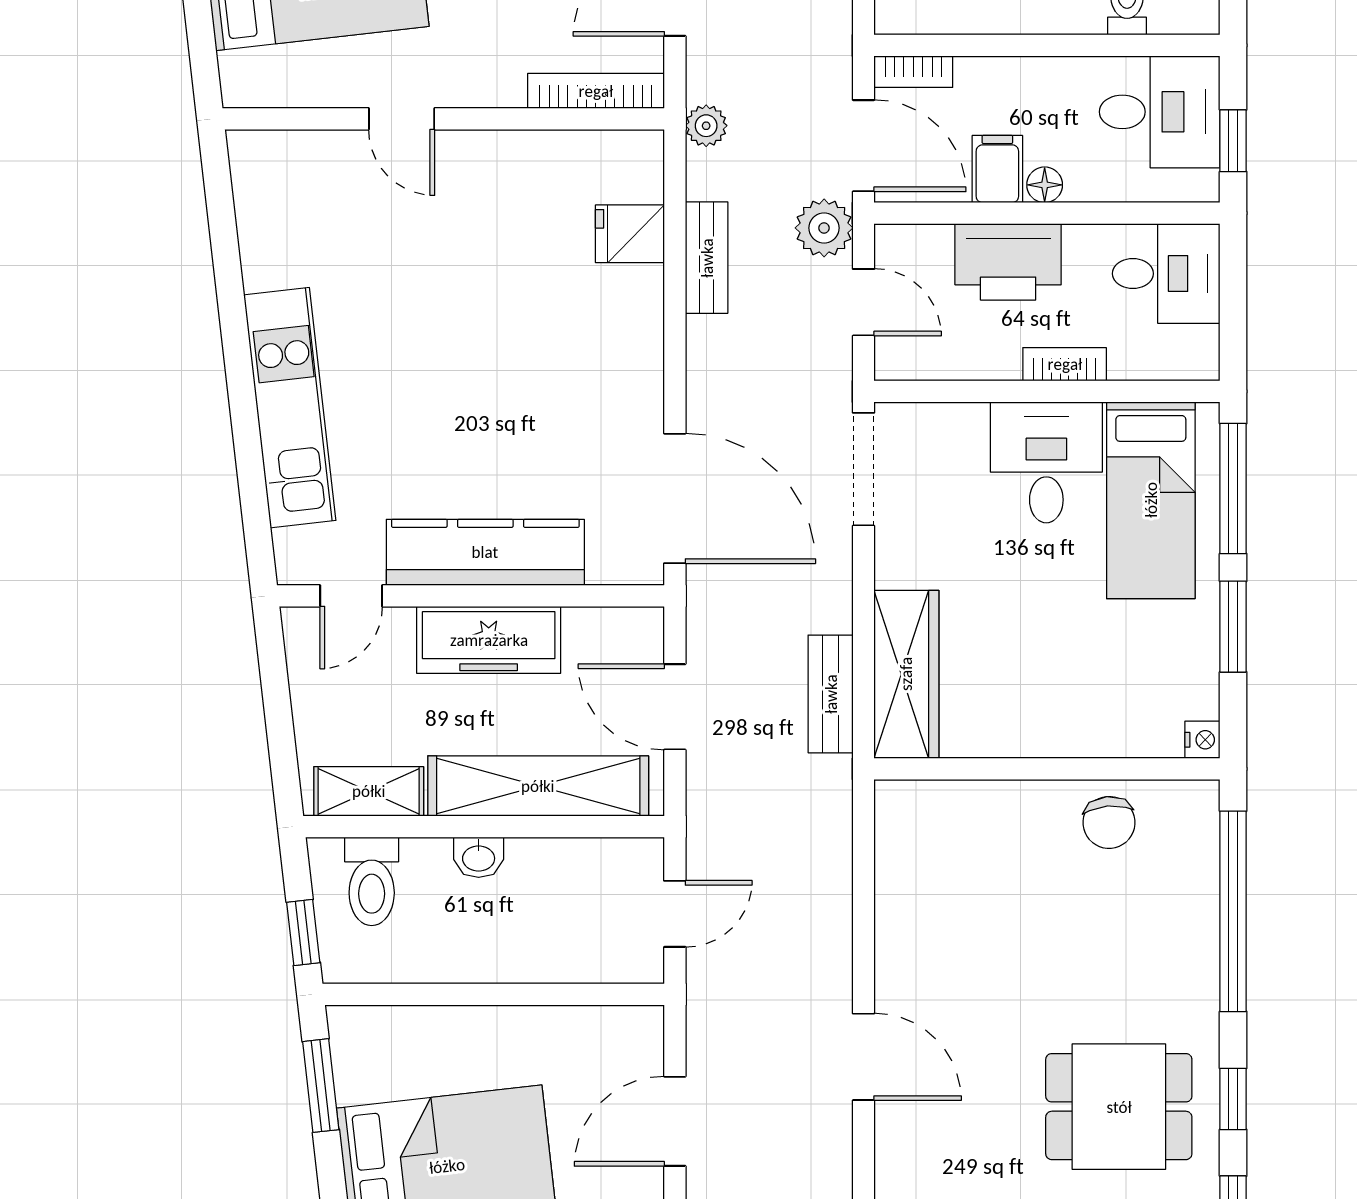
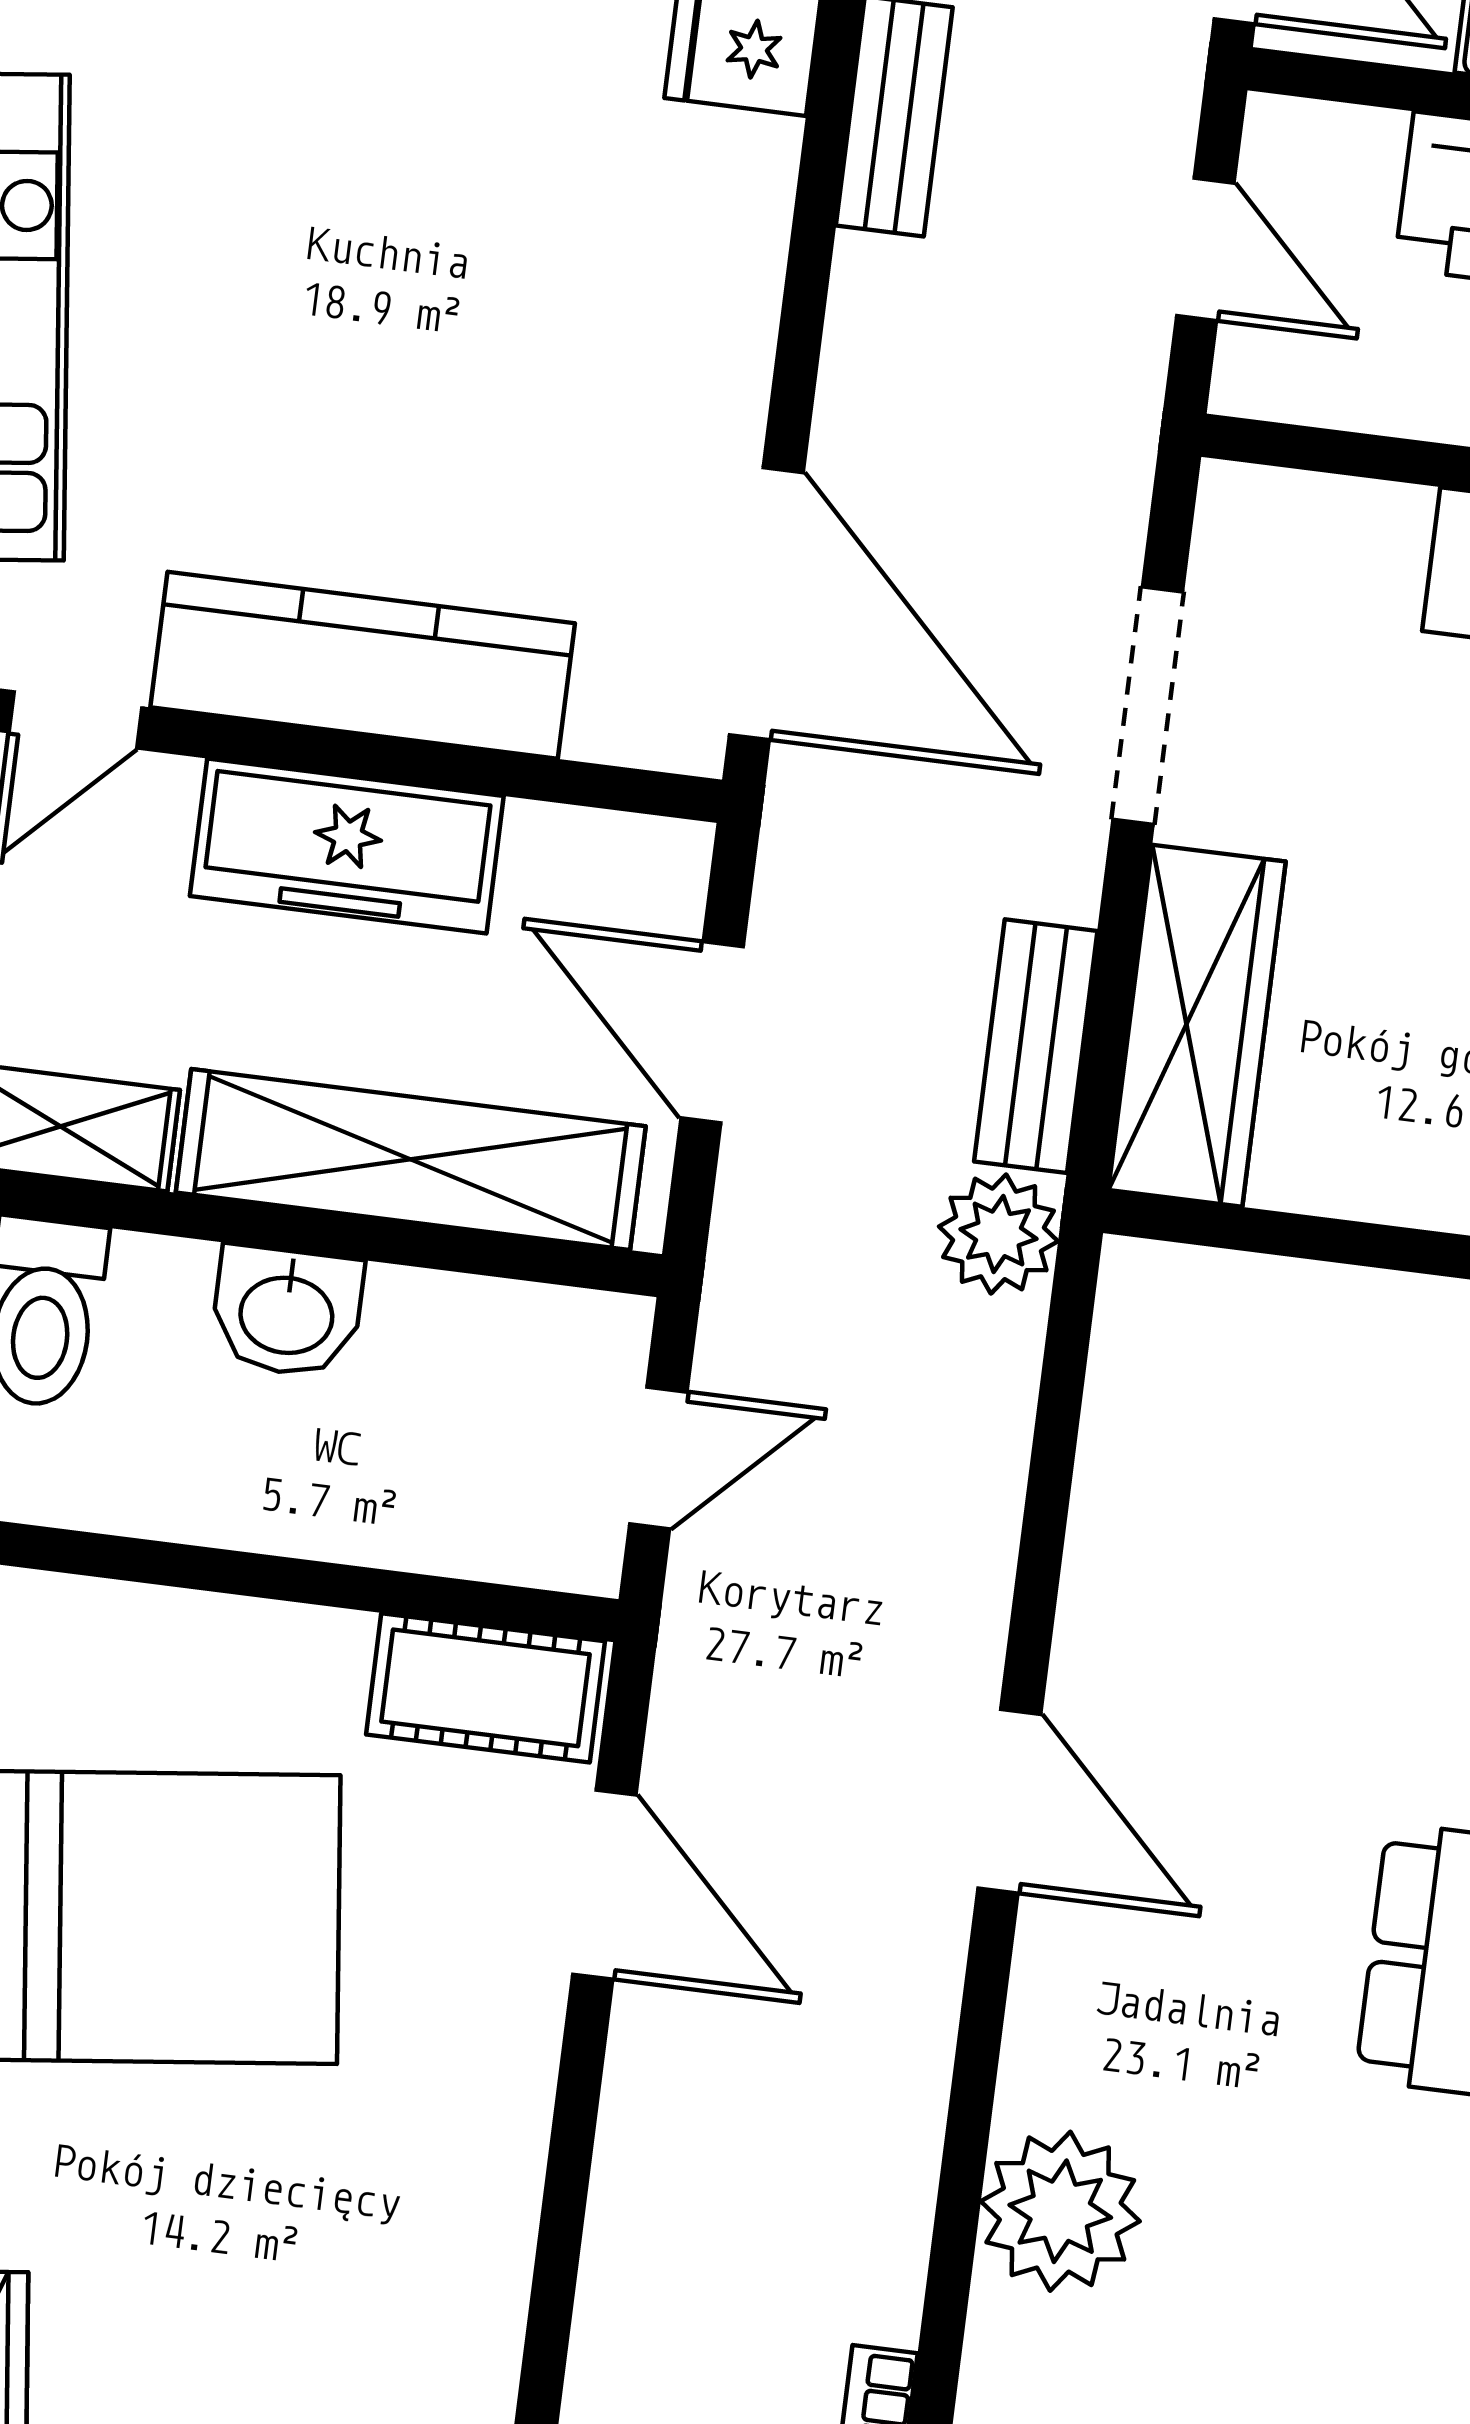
plant: (824, 228) -> (998, 1234), moved
doorway: (864, 469) -> (1148, 706), moved
washbasin: (479, 857) -> (287, 1312), width x1.38, depth x1.45
cot: (606, 1034) -> (485, 1688), added
door: (675, 1121) -> (604, 1885), swing flipped

